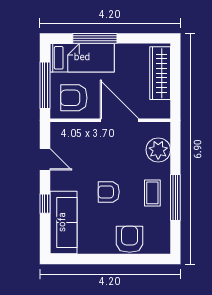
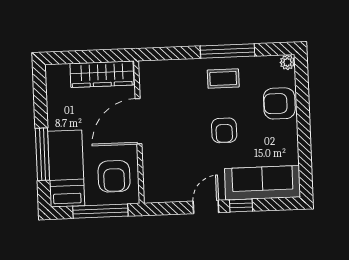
wardrobe: (160, 73) -> (102, 74), moved
plant: (158, 150) -> (287, 62), moved, width x0.53, depth x0.53
door: (45, 159) -> (206, 207), moved

